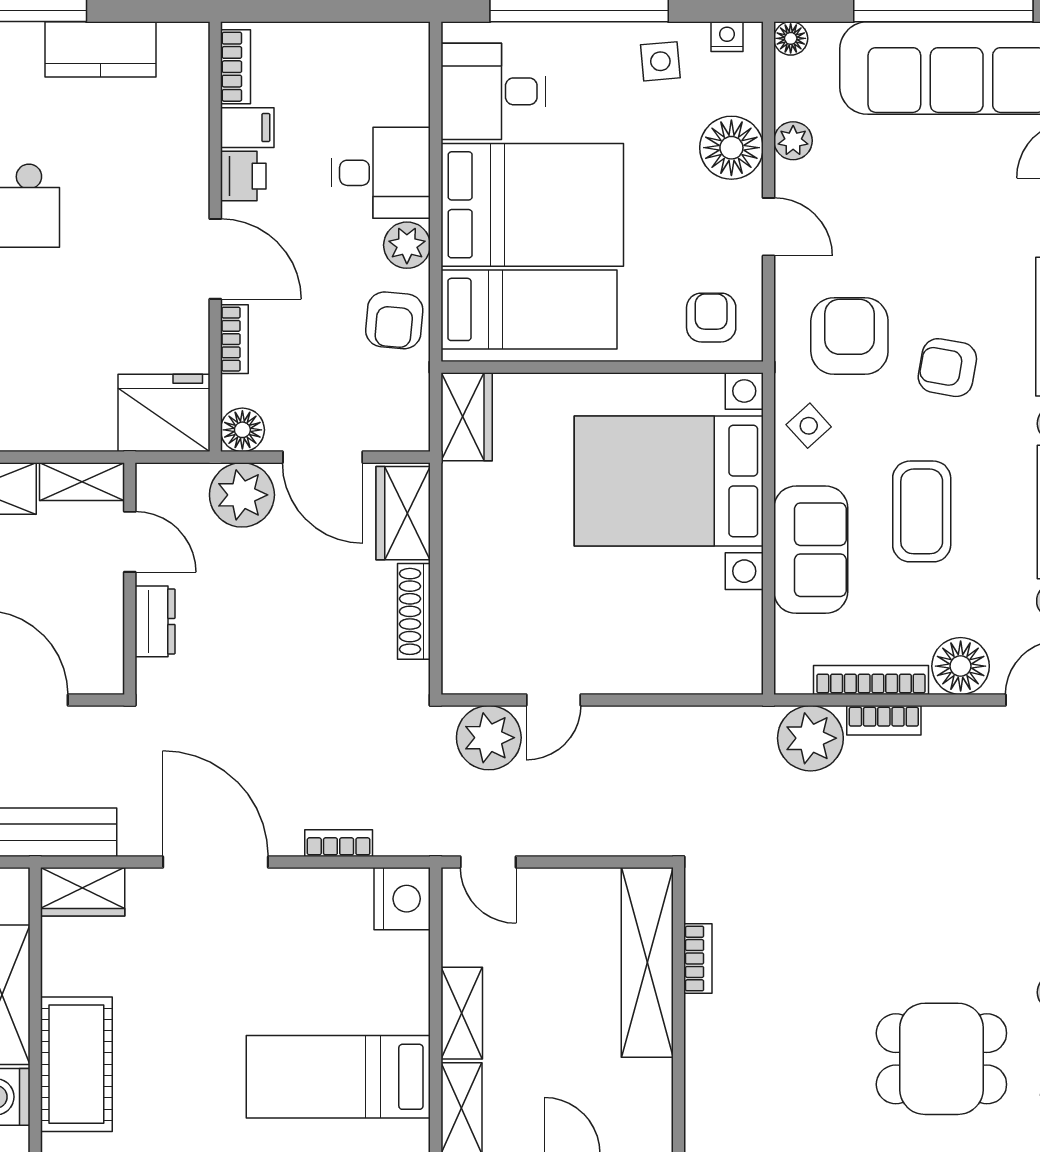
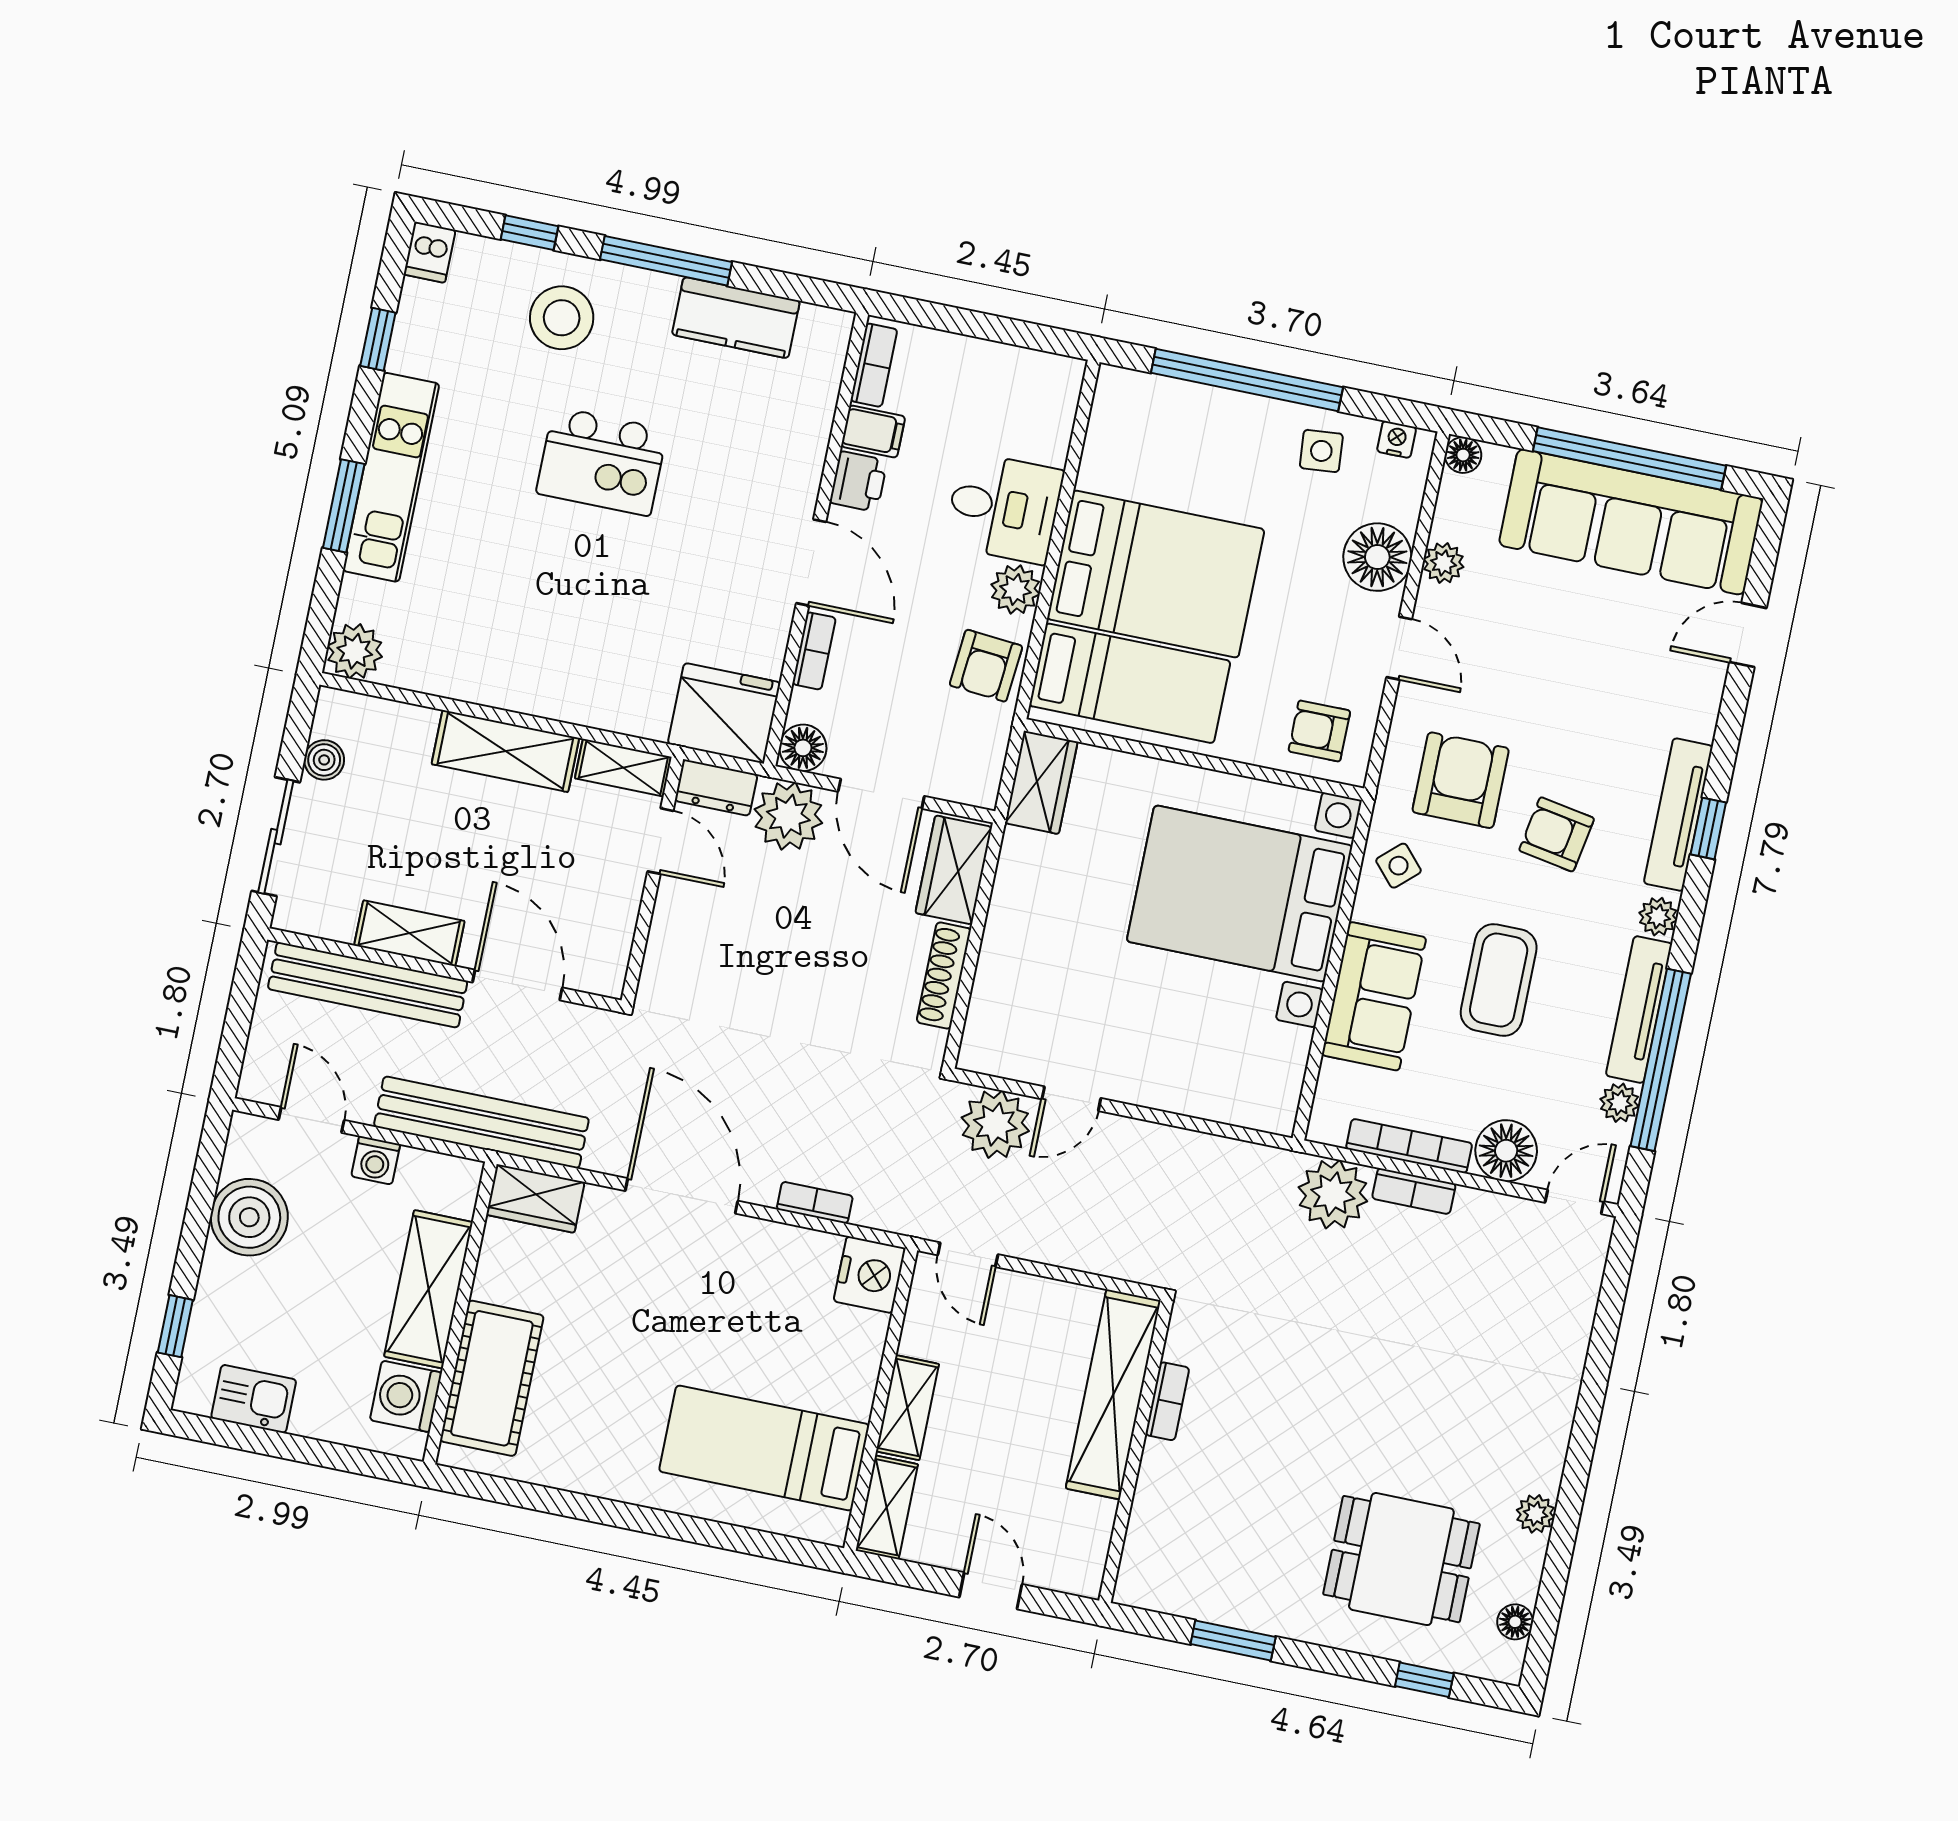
desk: (493, 91) -> (1139, 446), removed
armchair: (711, 318) -> (1319, 731), turned -90
dresser: (155, 621) -> (716, 788), moved, turned 90

